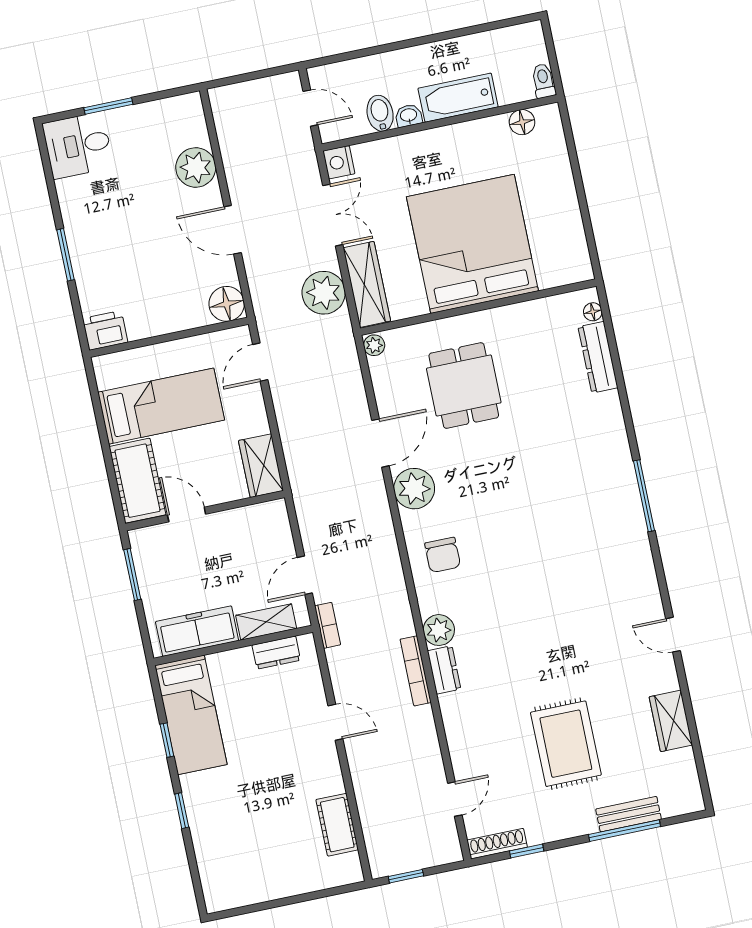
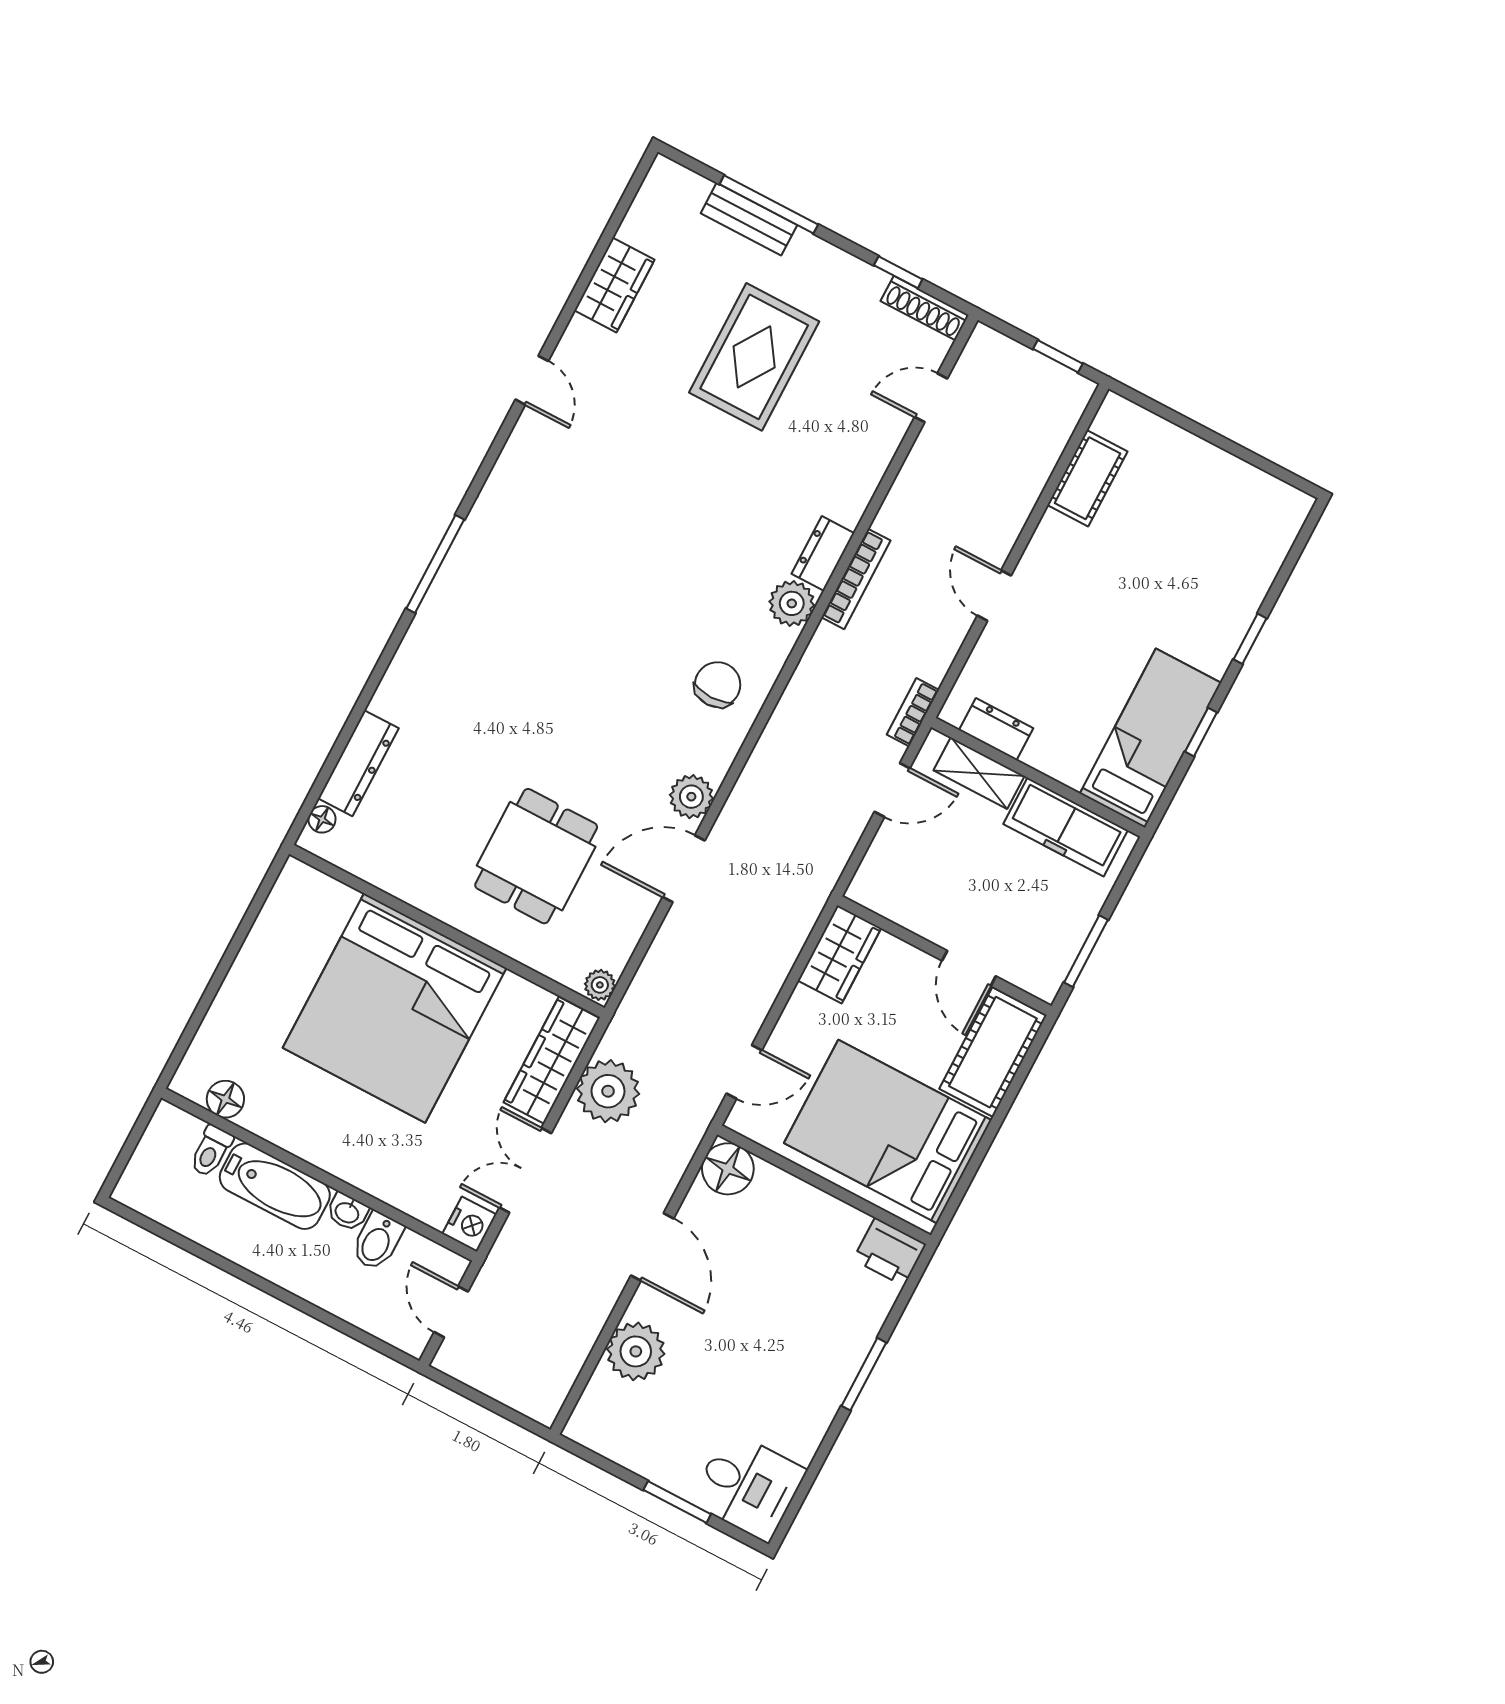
toilet: (543, 81) -> (211, 1151), moved
bed: (161, 406) -> (888, 1132), width x1.50
plant: (414, 489) -> (691, 797), width x0.73, depth x0.73

